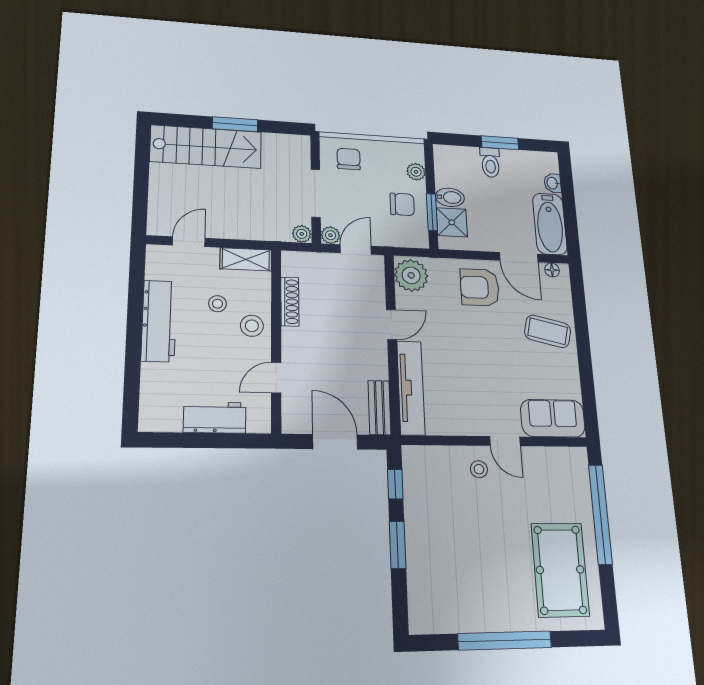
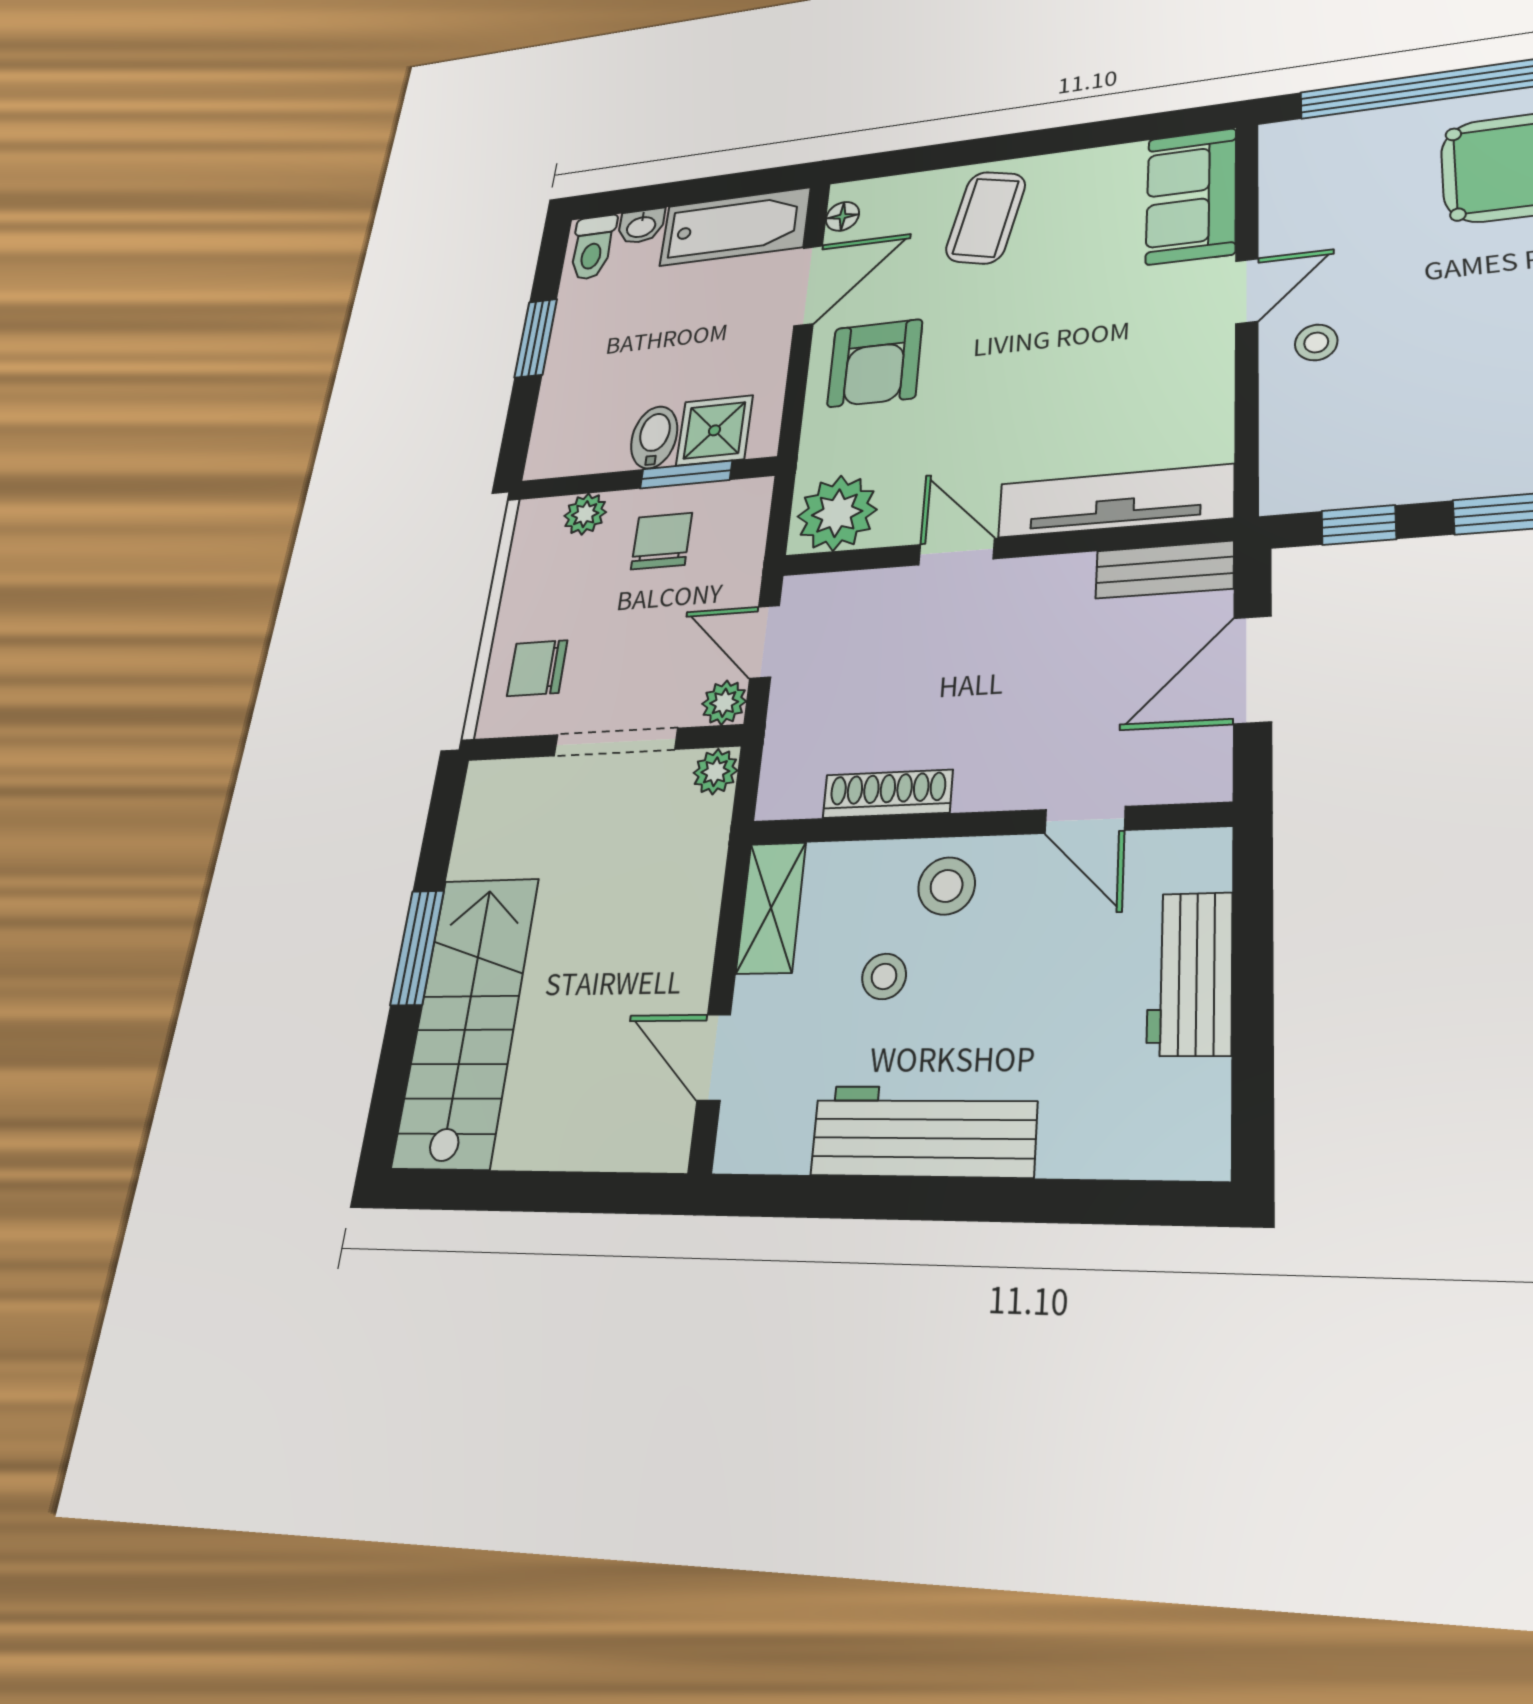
toilet: (490, 162) -> (592, 247), moved, turned 90

